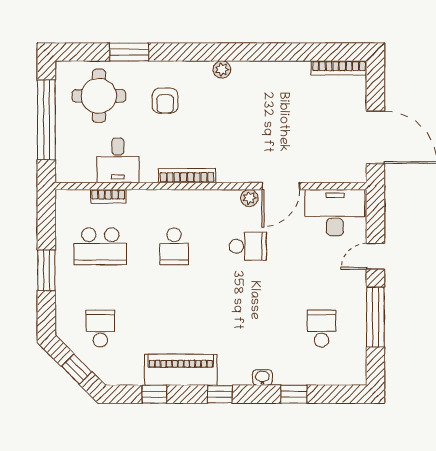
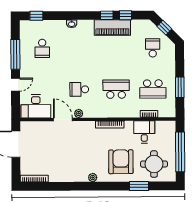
armchair: (165, 101) -> (121, 162), width x1.88, depth x1.88
door: (281, 186) -> (63, 119), hinge flipped
school desk: (100, 246) -> (153, 89), turned 180
school desk: (174, 246) -> (116, 89), width x1.85
window: (46, 270) -> (180, 87), moved
school desk: (100, 329) -> (153, 48), turned 180
window: (220, 394) -> (107, 15), moved
window: (294, 394) -> (36, 16), moved

